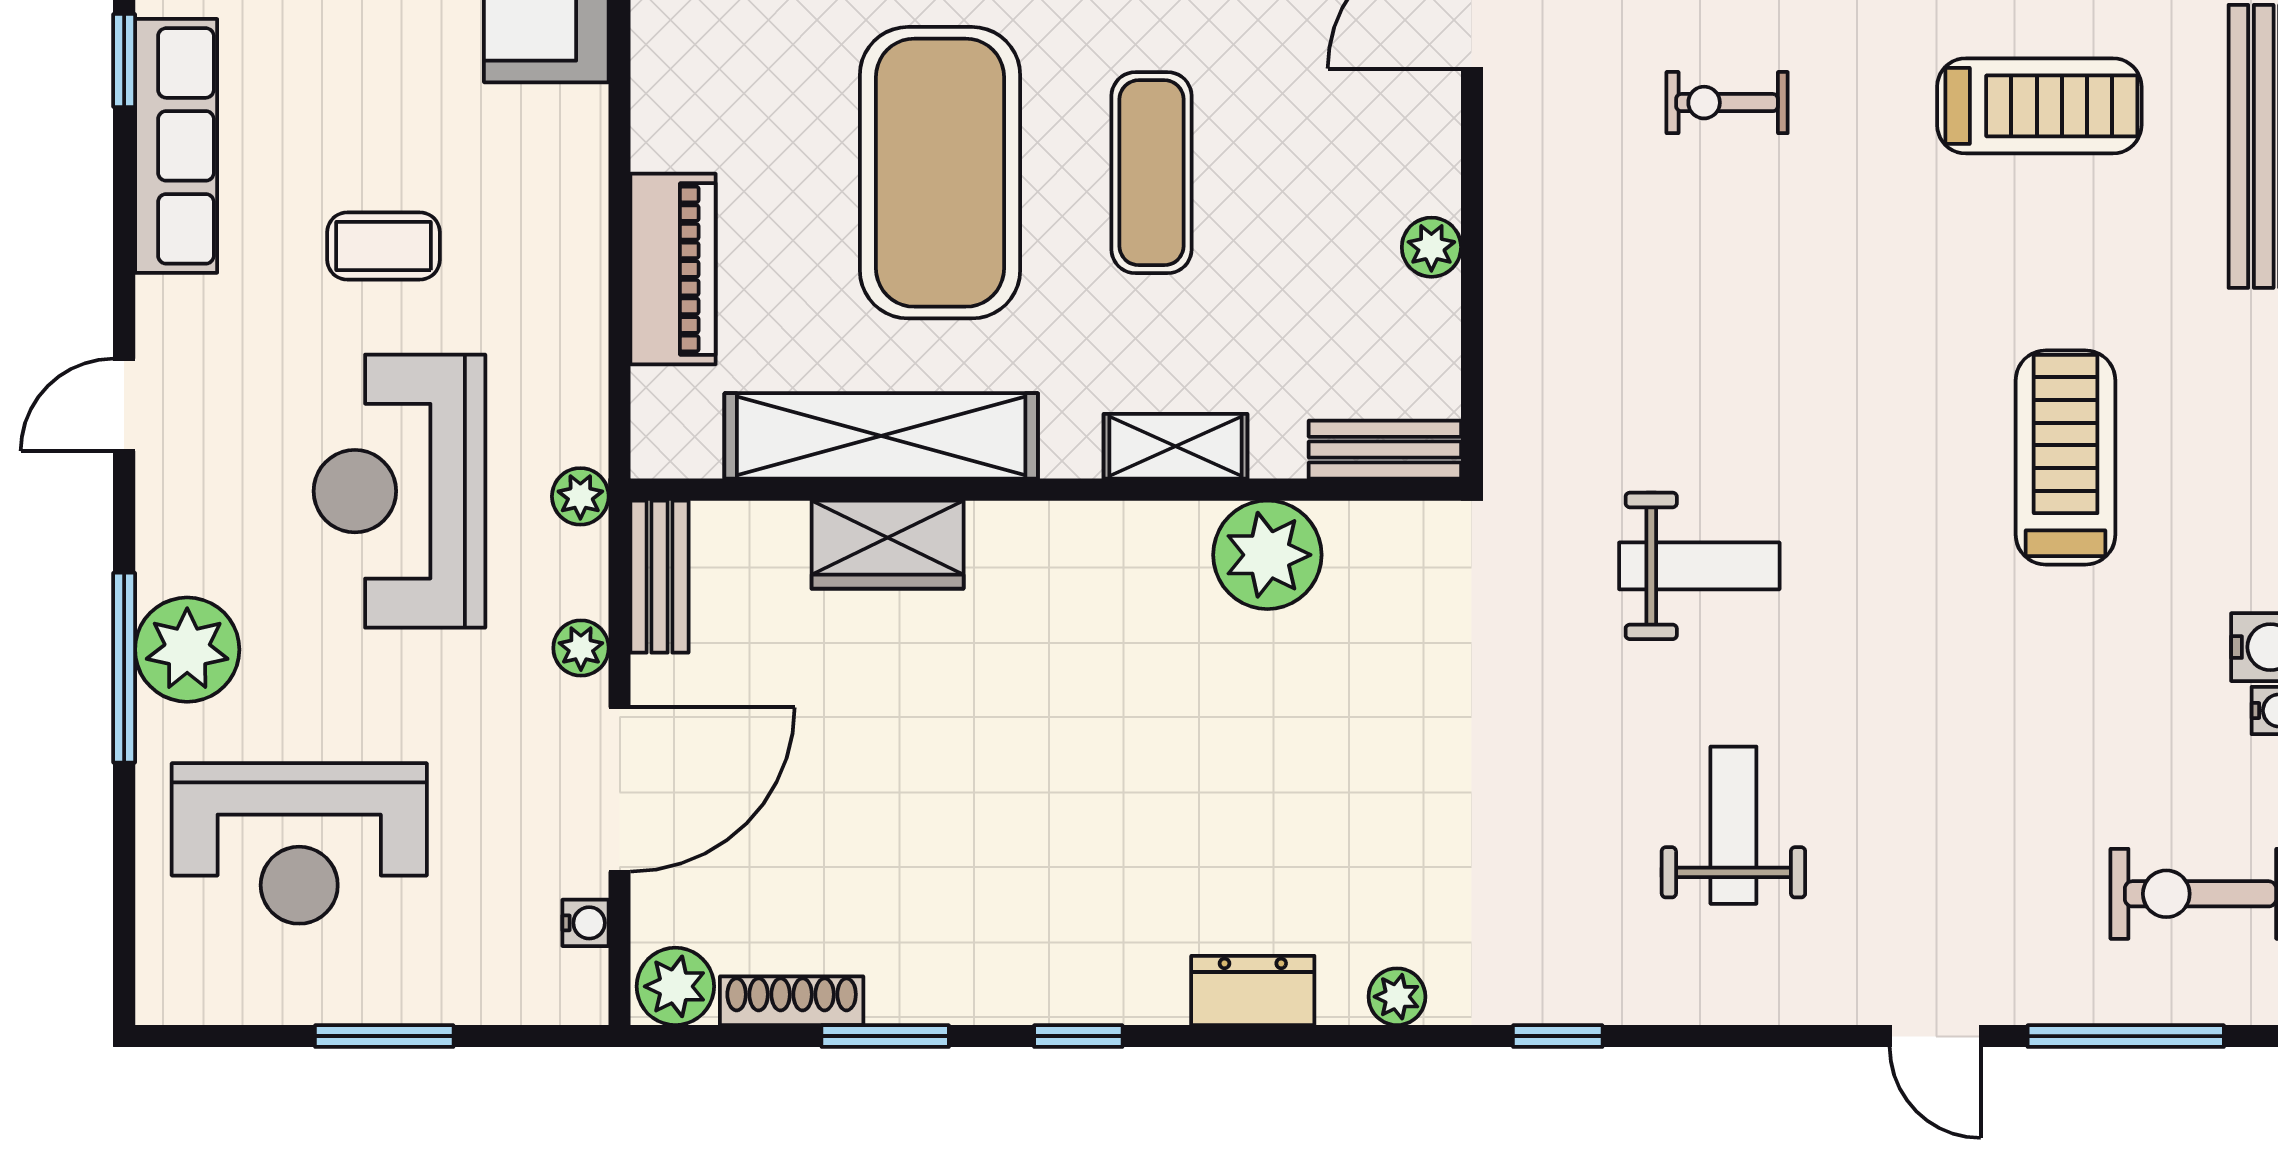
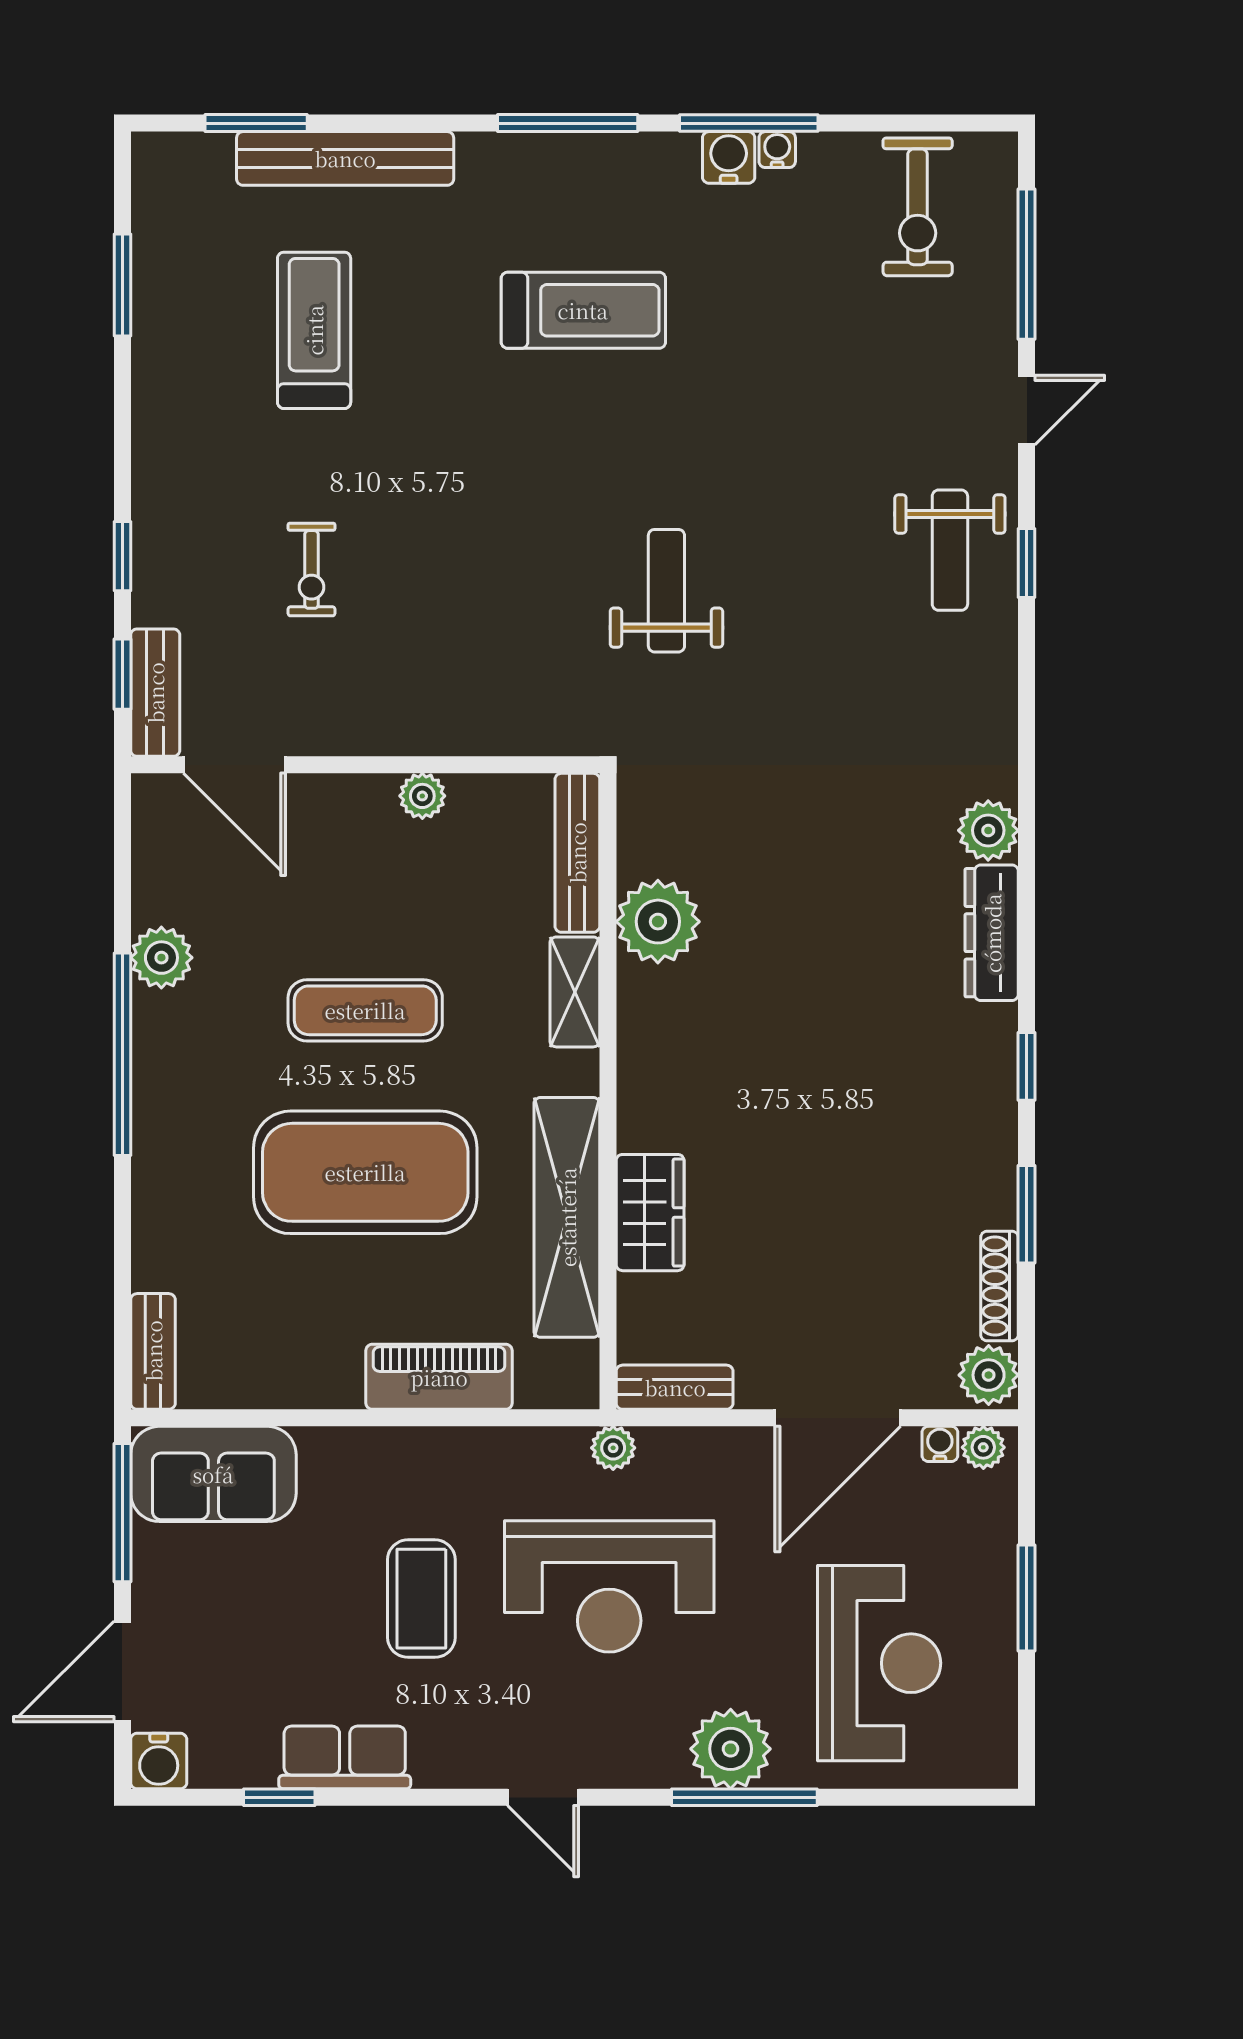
row of seats: (176, 146) -> (345, 1757), width x0.68
coffee table: (384, 246) -> (421, 1599), width x1.36, depth x1.30
bench: (1385, 450) -> (577, 853), width x1.36
treadmill: (2066, 458) -> (583, 310), turned 180
plant: (581, 648) -> (983, 1447), moved
door: (620, 789) -> (838, 1418), swing flipped
weight bench: (1733, 825) -> (950, 550), moved, turned -90
dresser: (1253, 990) -> (992, 933), width x1.44
plant: (1397, 997) -> (988, 830), width x1.38, depth x1.38
window: (1558, 1036) -> (1027, 563), moved

